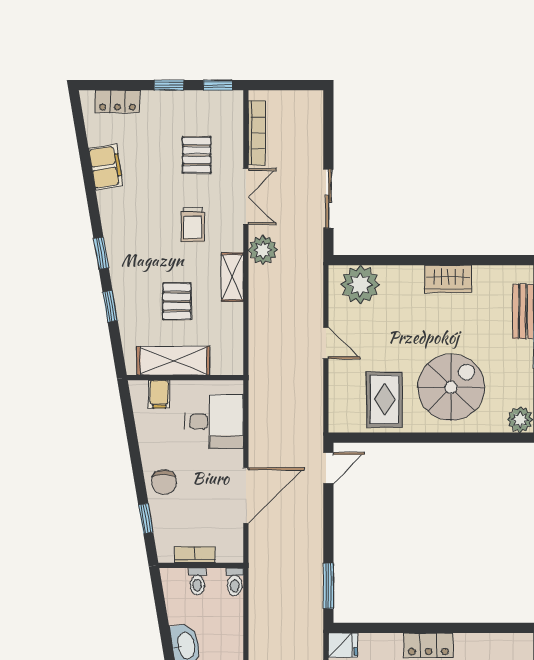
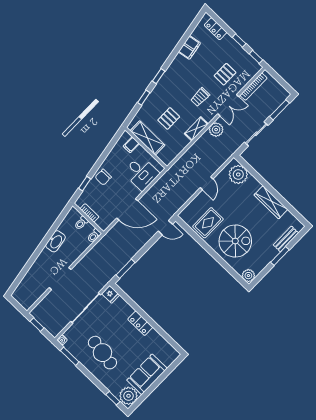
window: (328, 130) -> (279, 110), added
wardrobe: (448, 279) -> (271, 202), width x1.50

